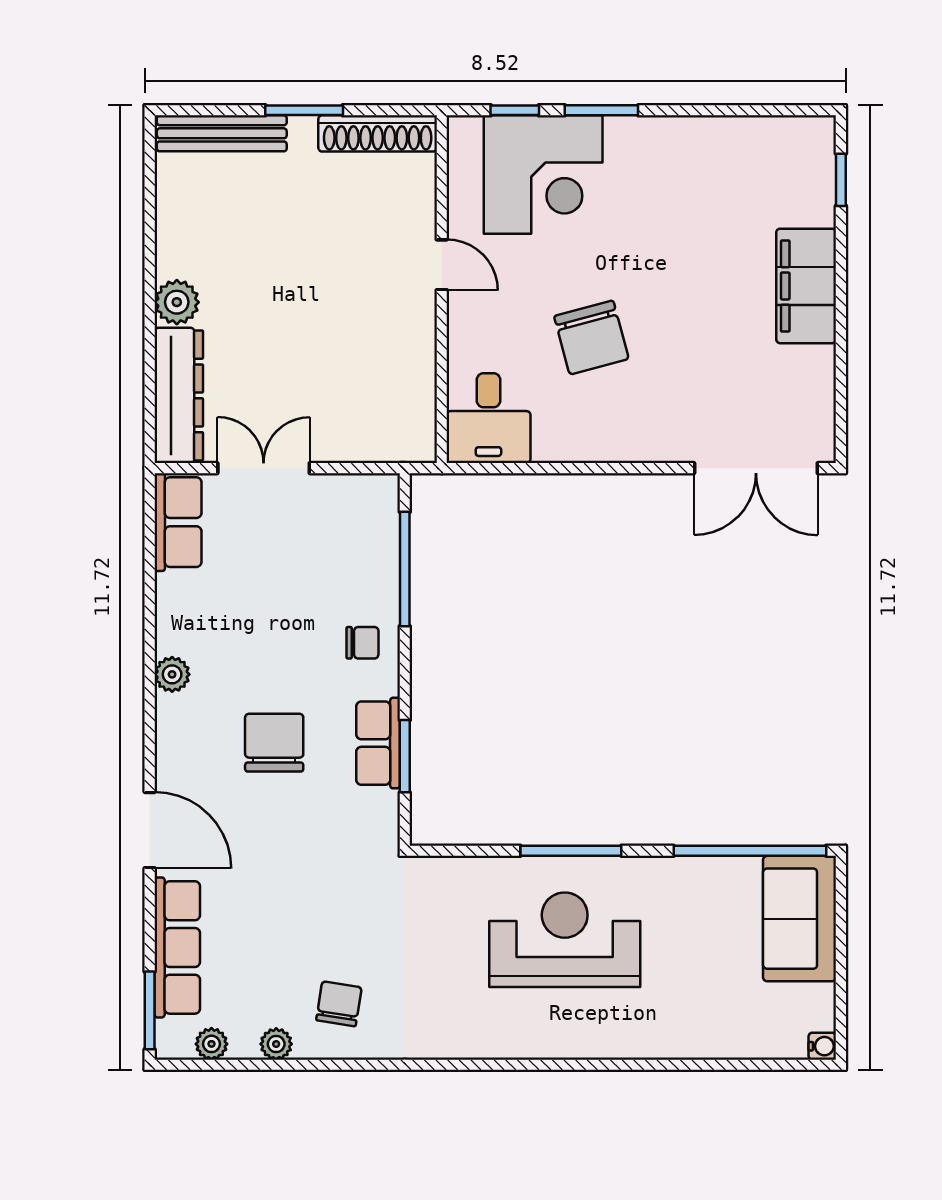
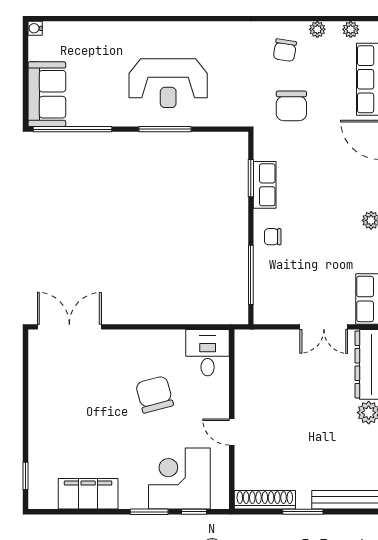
filing cabinet: (806, 286) -> (88, 494), moved, turned -90
chair: (274, 743) -> (291, 106), moved

